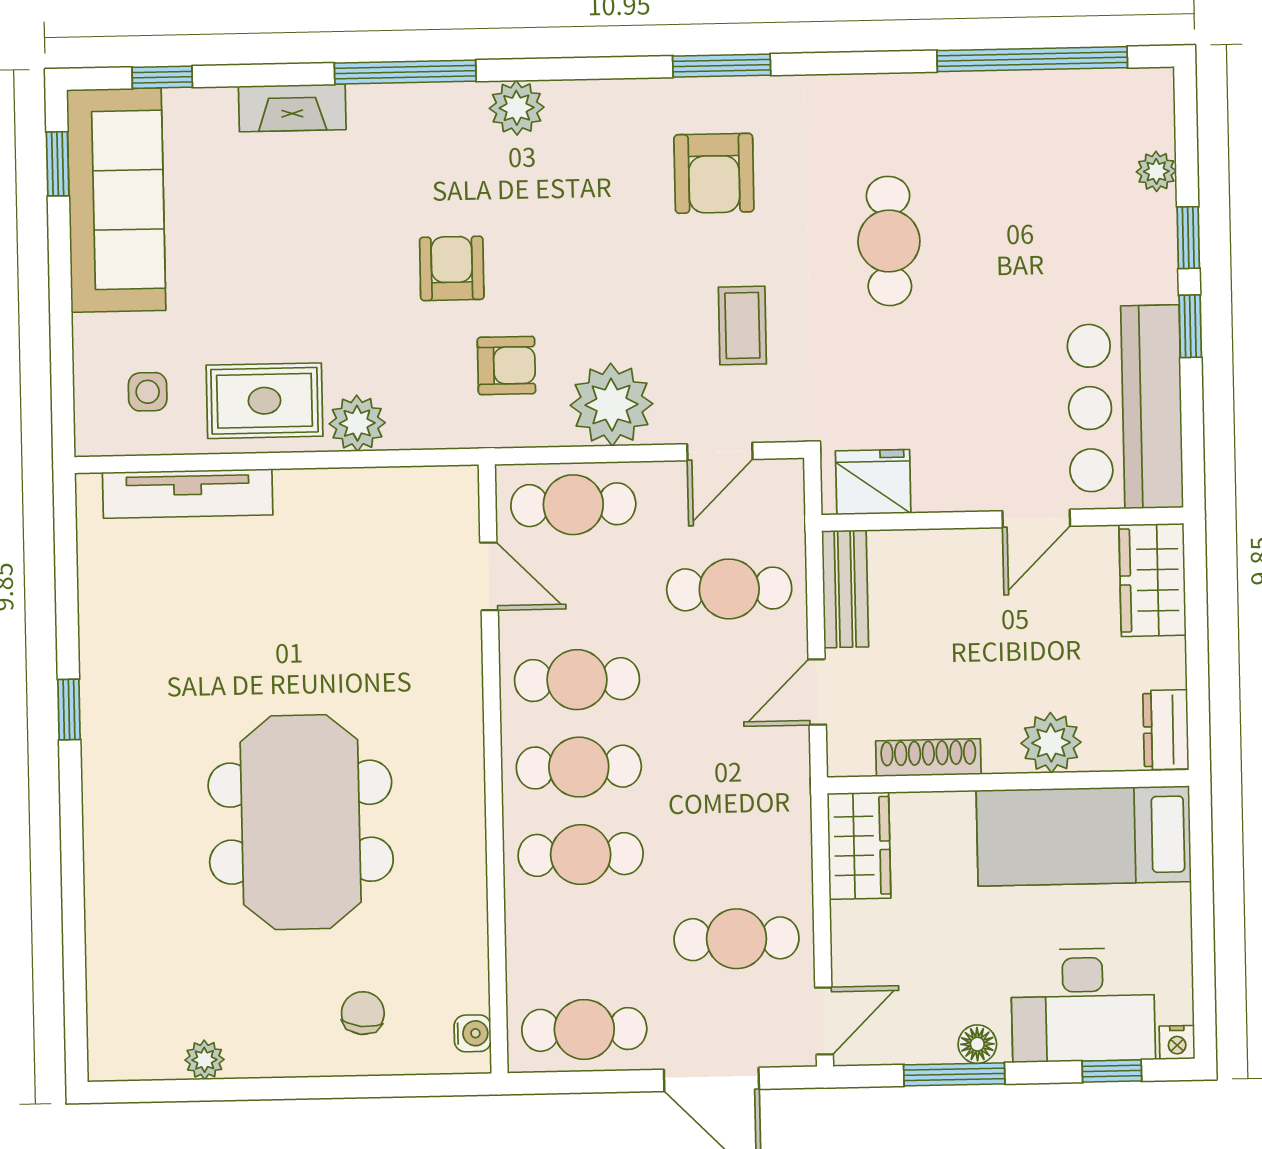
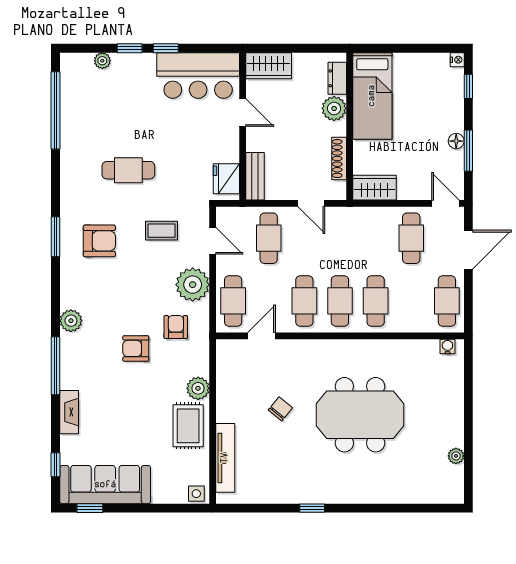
side table: (148, 392) -> (196, 494), moved
bench: (845, 589) -> (255, 176), moved, turned 90
dresser: (1166, 730) -> (337, 78), moved, turned 90
desk: (1083, 1005) -> (441, 98), removed
chair: (363, 1013) -> (280, 409), moved, turned 122

